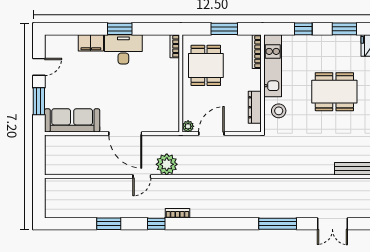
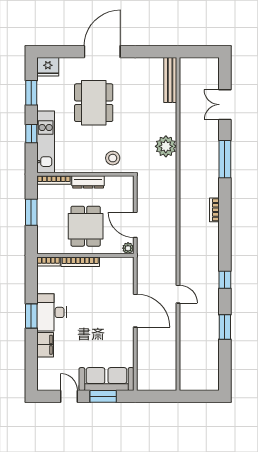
dining table: (206, 65) -> (86, 226), moved, turned 90
kitchen unit: (273, 66) -> (46, 142), moved, turned 90
bookcase: (174, 78) -> (80, 262), added
dresser: (255, 107) -> (88, 182), moved
sofa: (72, 120) -> (106, 379), moved, turned 90
door: (125, 133) -> (135, 311), hinge flipped
plant: (167, 164) -> (166, 146), moved
bookcase: (178, 213) -> (214, 210), moved
double door: (332, 224) -> (225, 105), swing flipped

